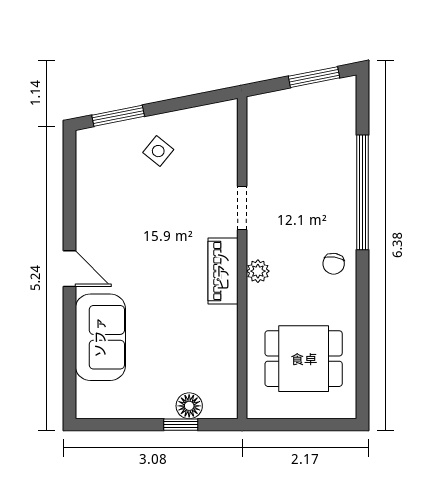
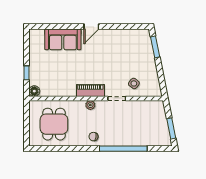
side table: (158, 151) -> (134, 83), moved
floor lamp: (189, 406) -> (34, 91), moved

